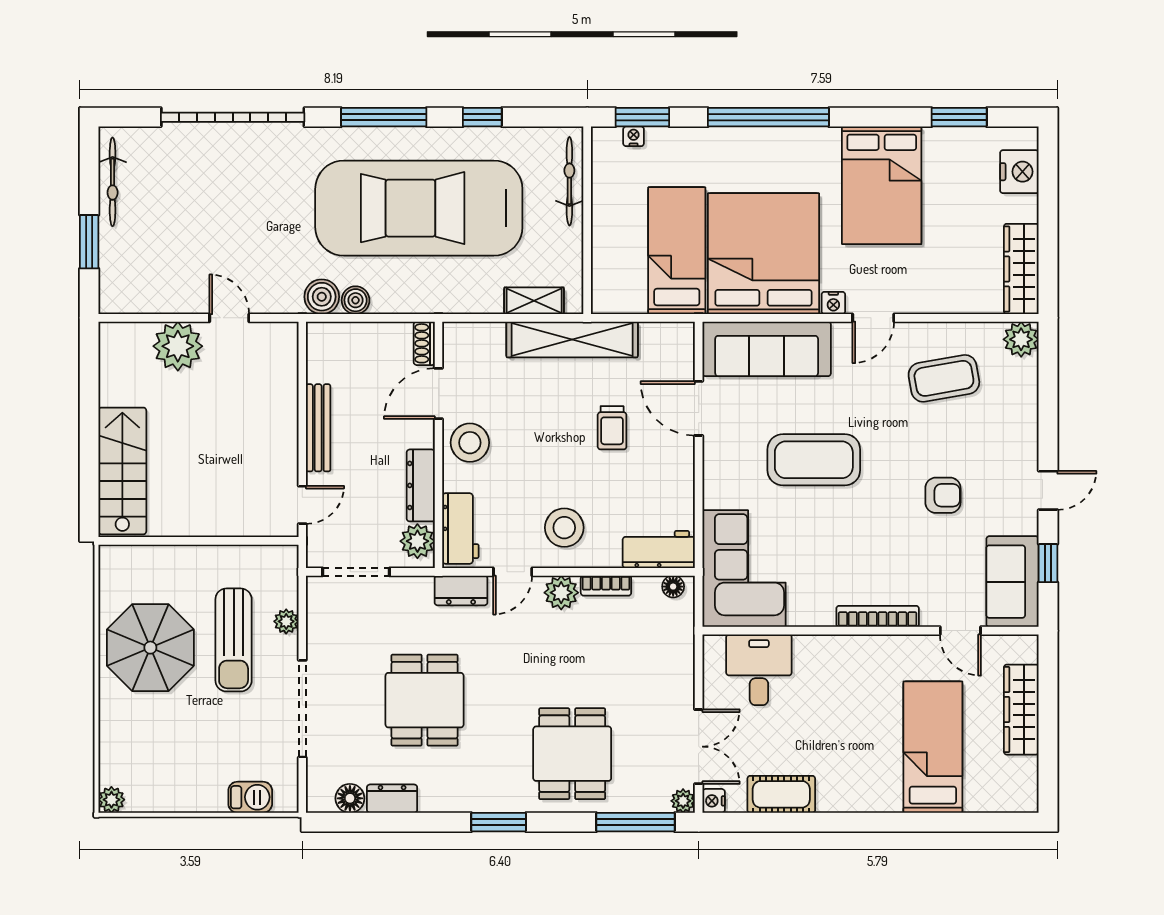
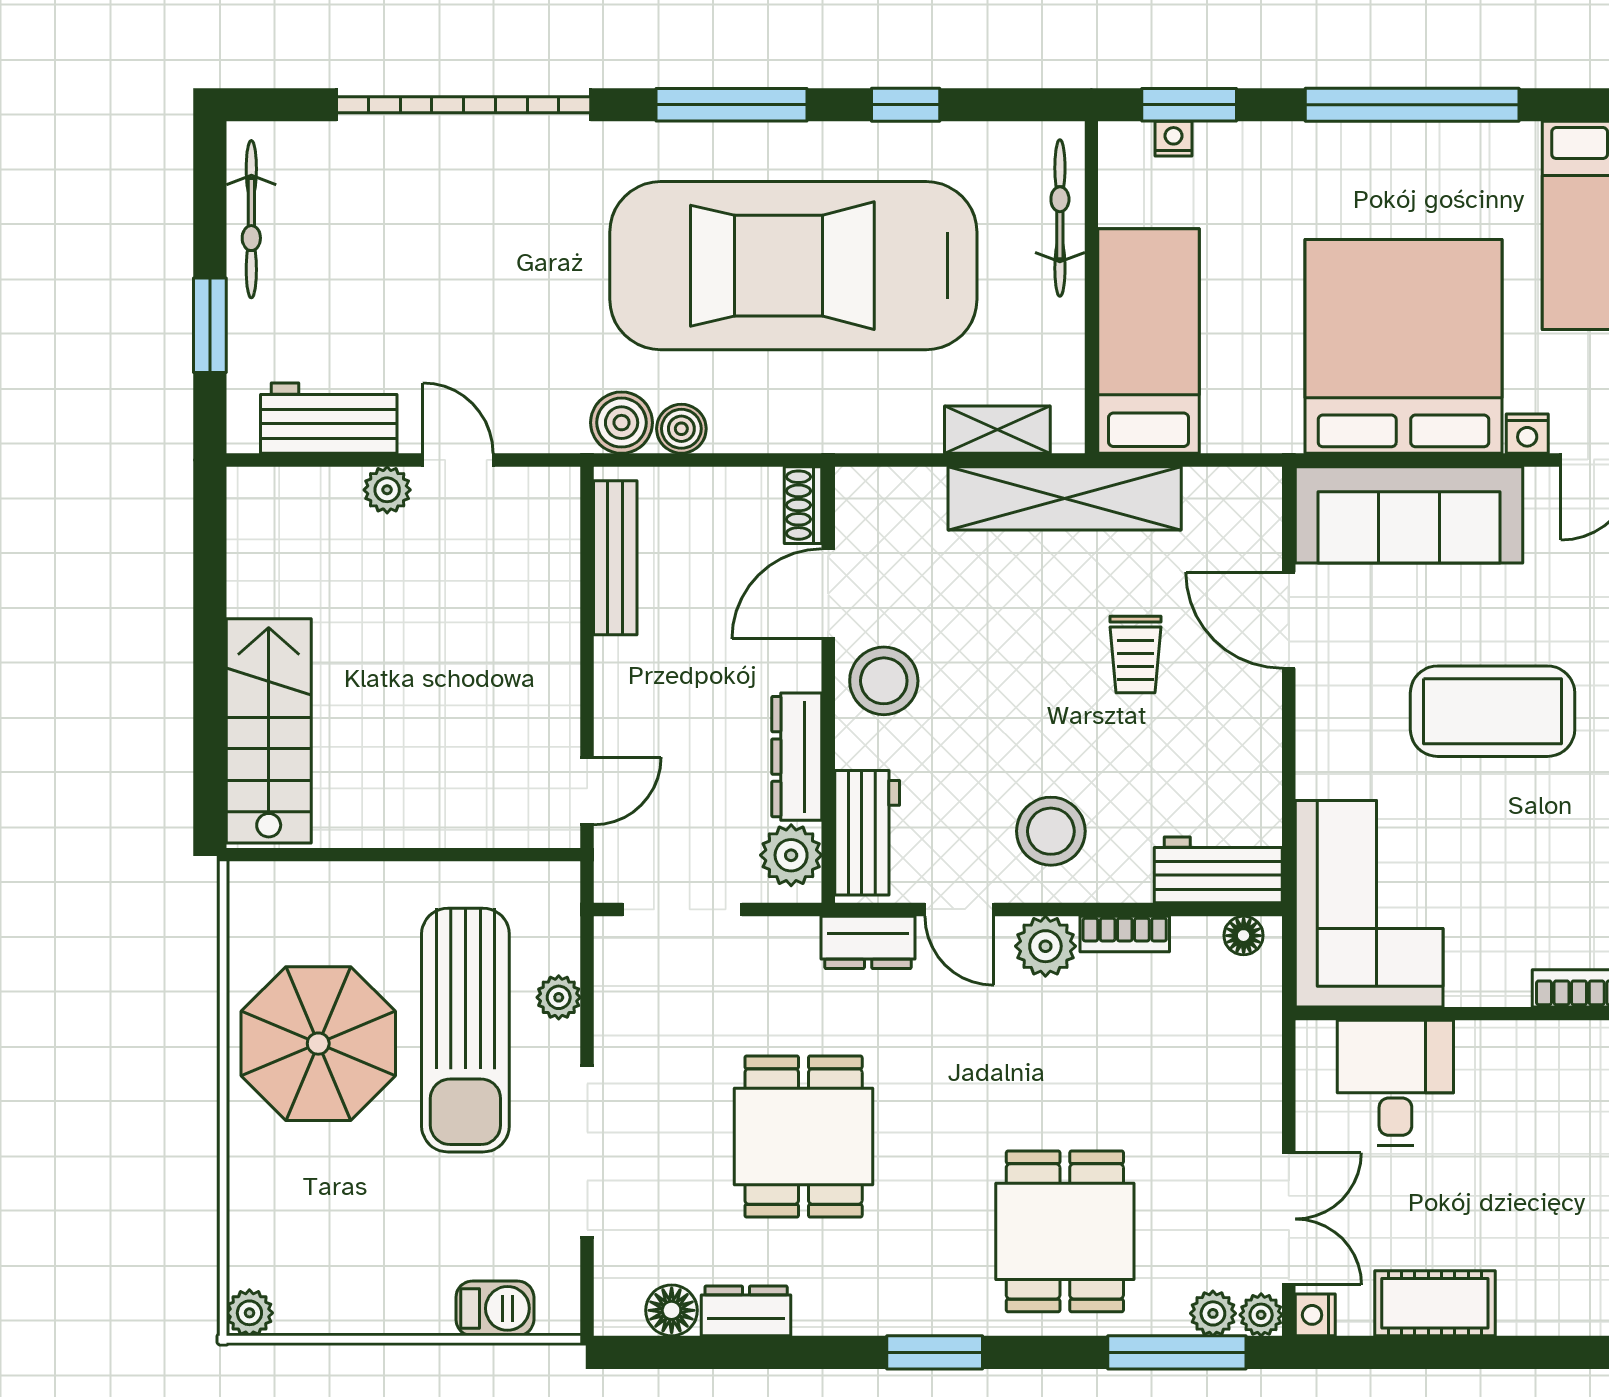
bed: (677, 251) -> (1149, 341), moved
workbench: (156, 294) -> (329, 418), added
plant: (178, 346) -> (387, 490), width x0.53, depth x0.53
bench: (318, 428) -> (615, 558), moved
door: (513, 572) -> (959, 909), hinge flipped
sun lounger: (234, 640) -> (465, 1030), width x1.36, depth x1.34
plant: (656, 800) -> (1213, 1313), added

